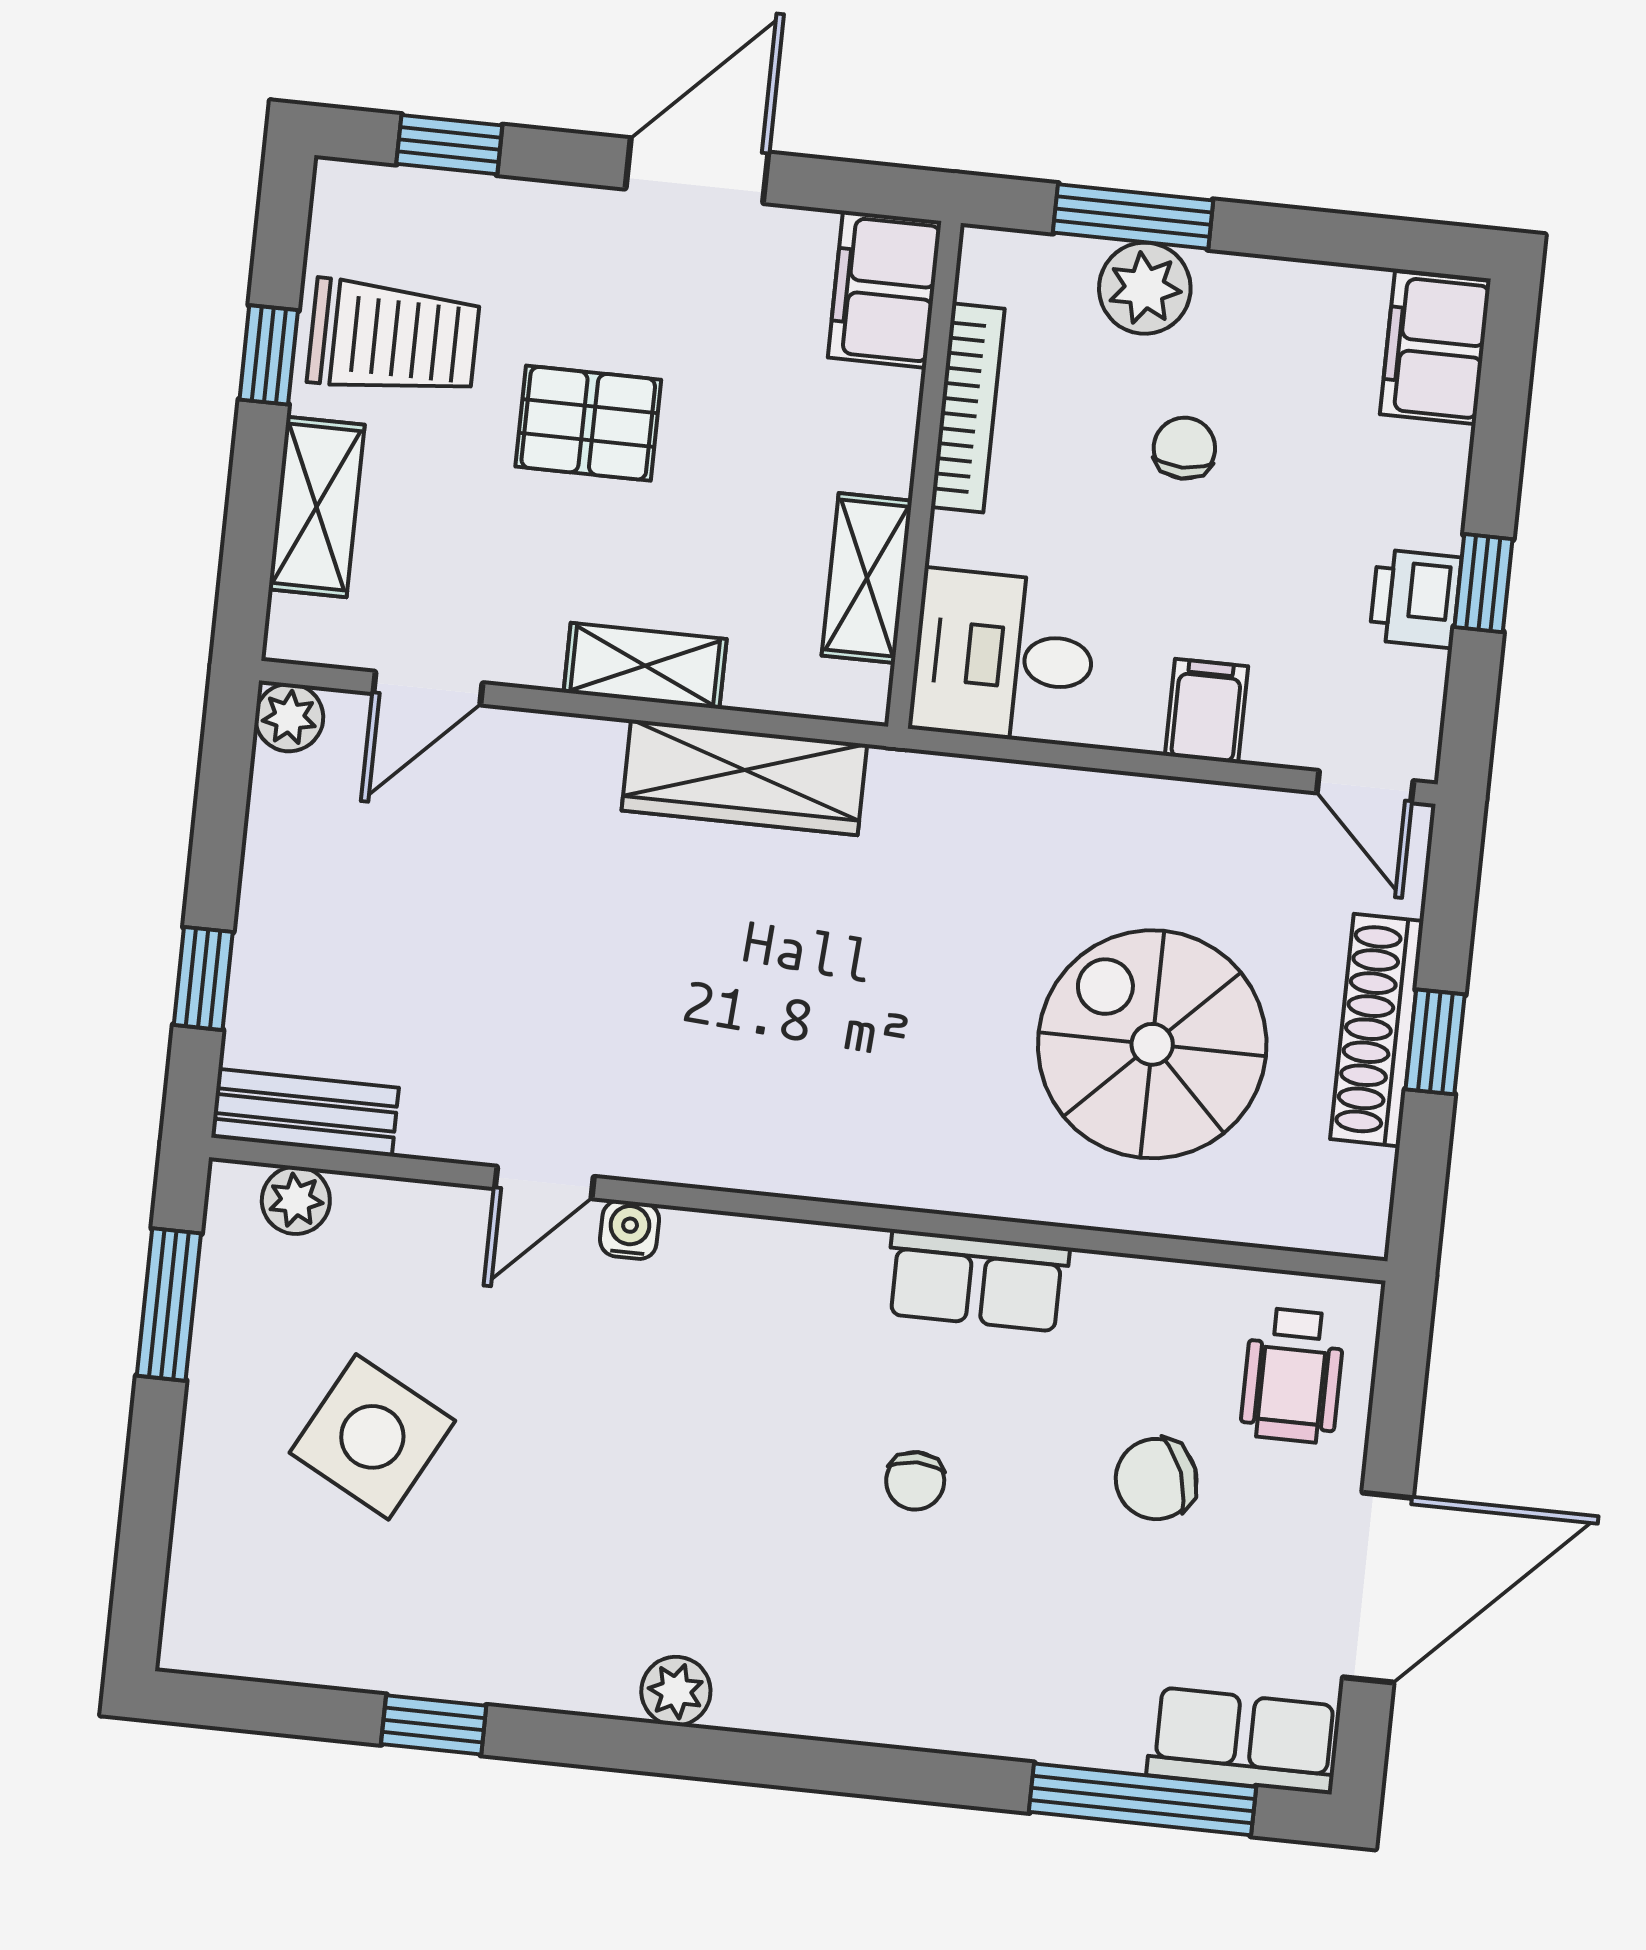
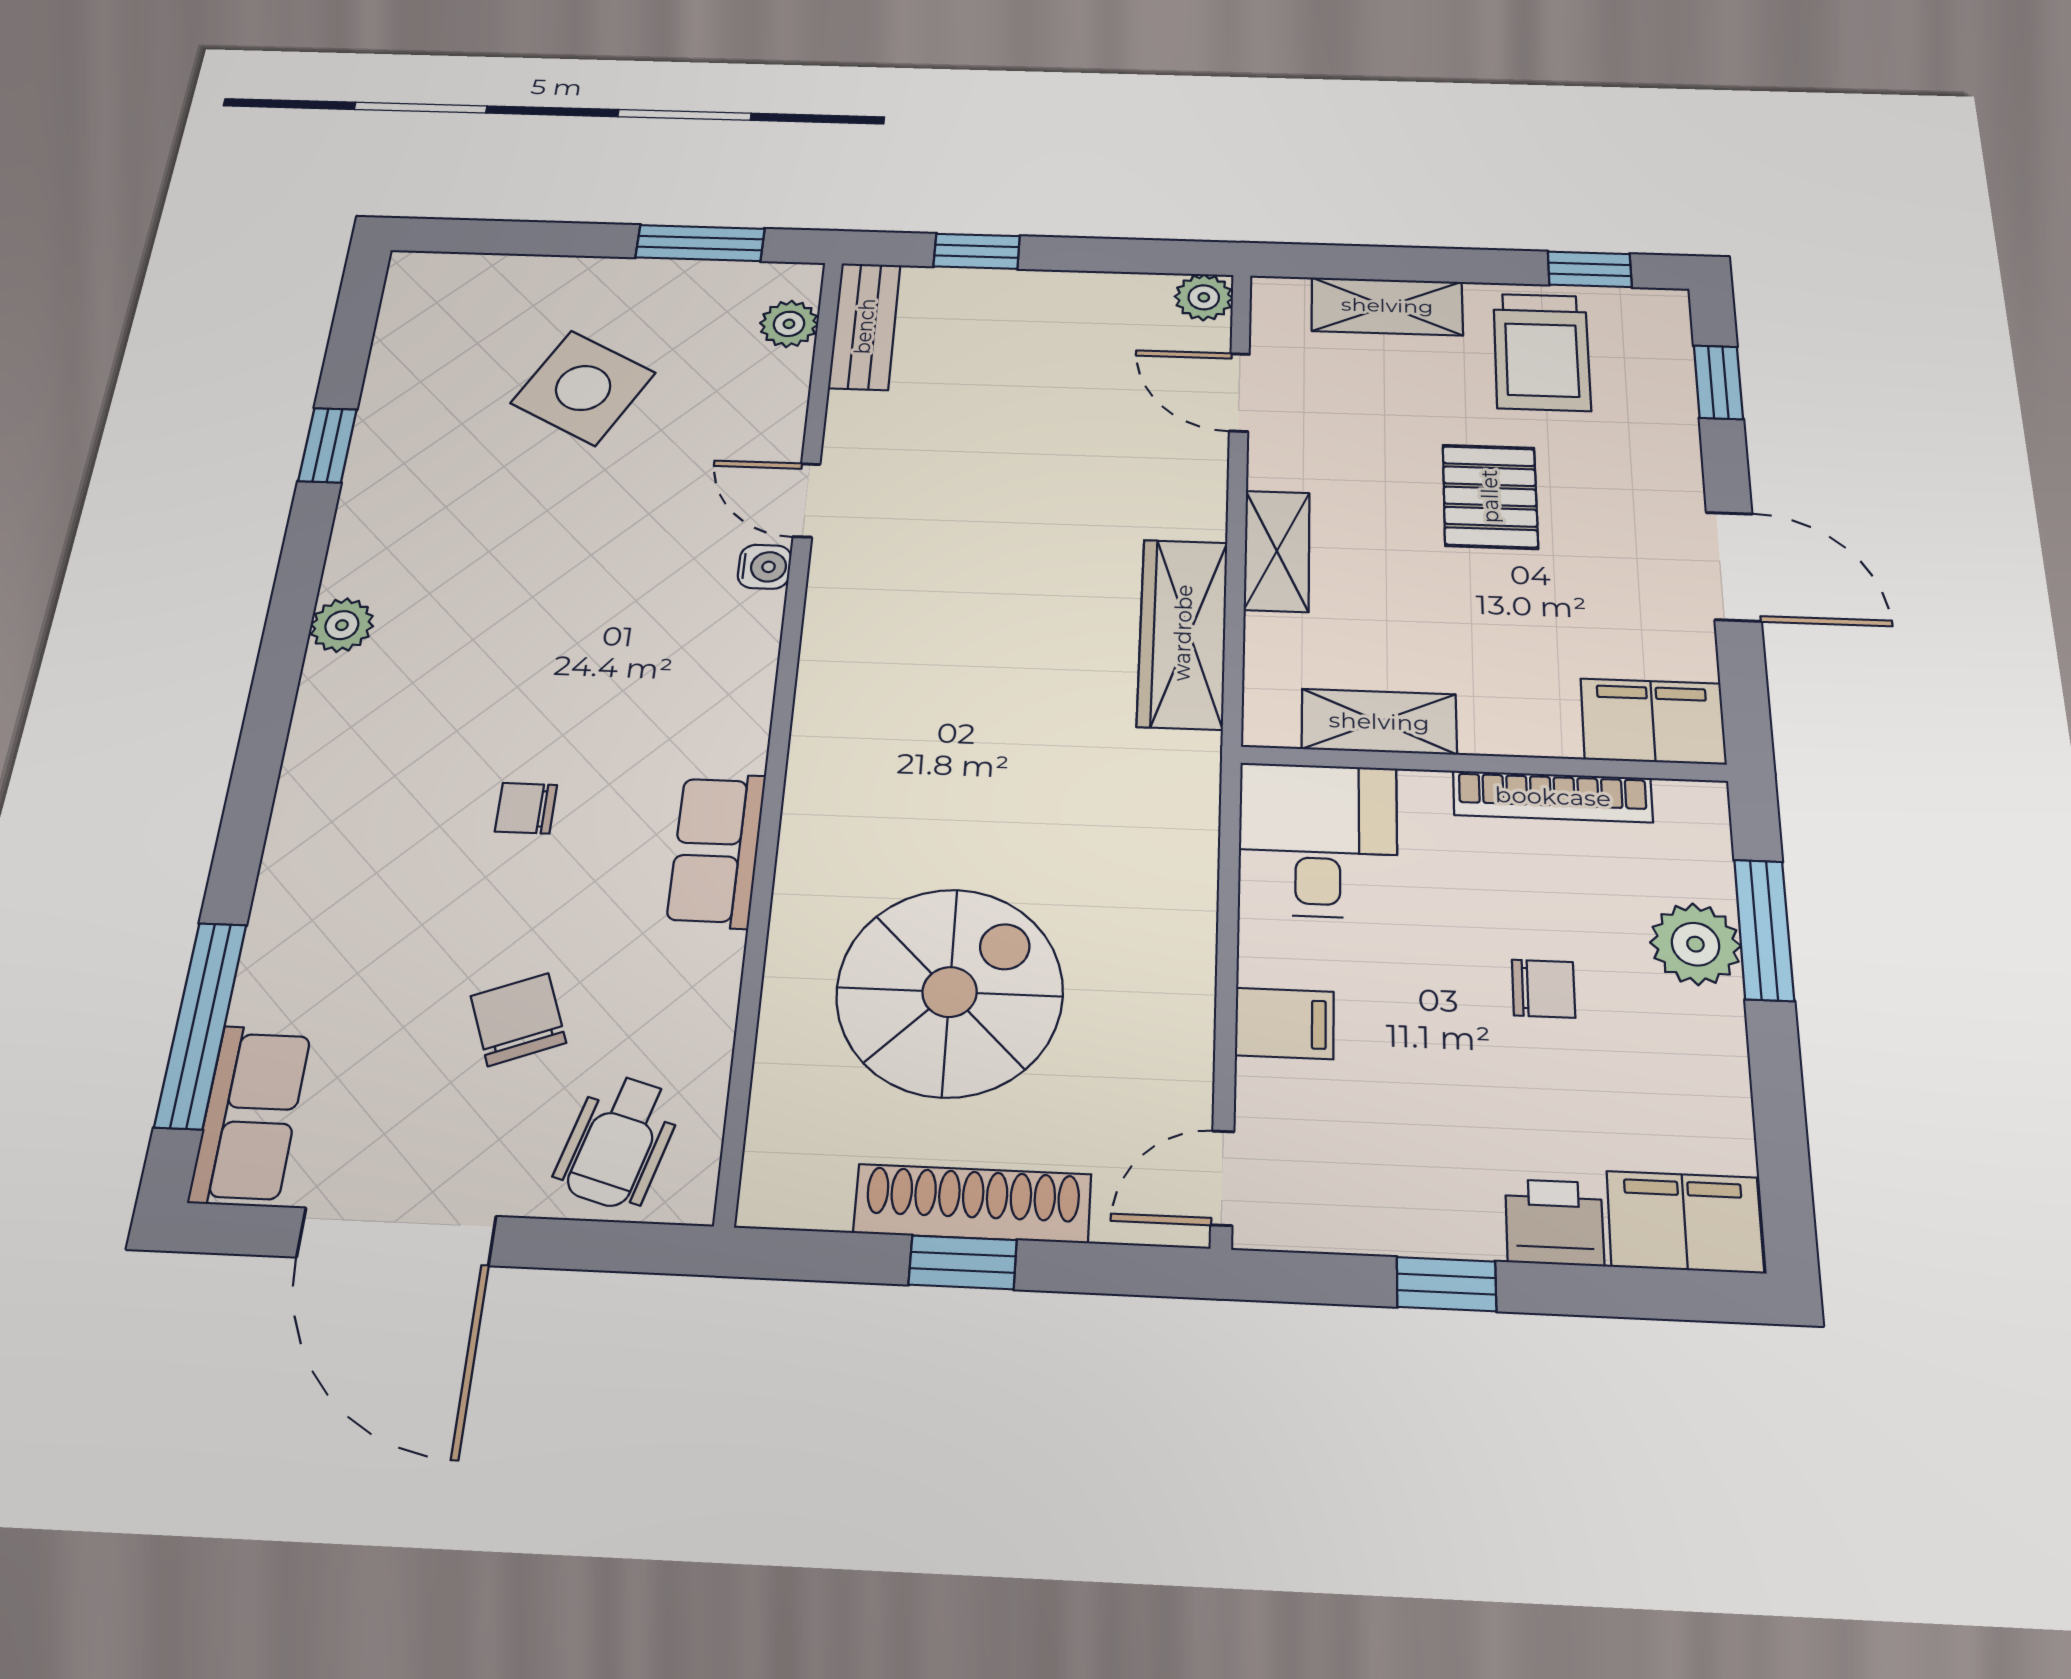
window: (269, 355) -> (1590, 269), moved
printer: (1415, 599) -> (1554, 1222), moved
wheelchair: (1293, 1375) -> (618, 1141), turned -74

